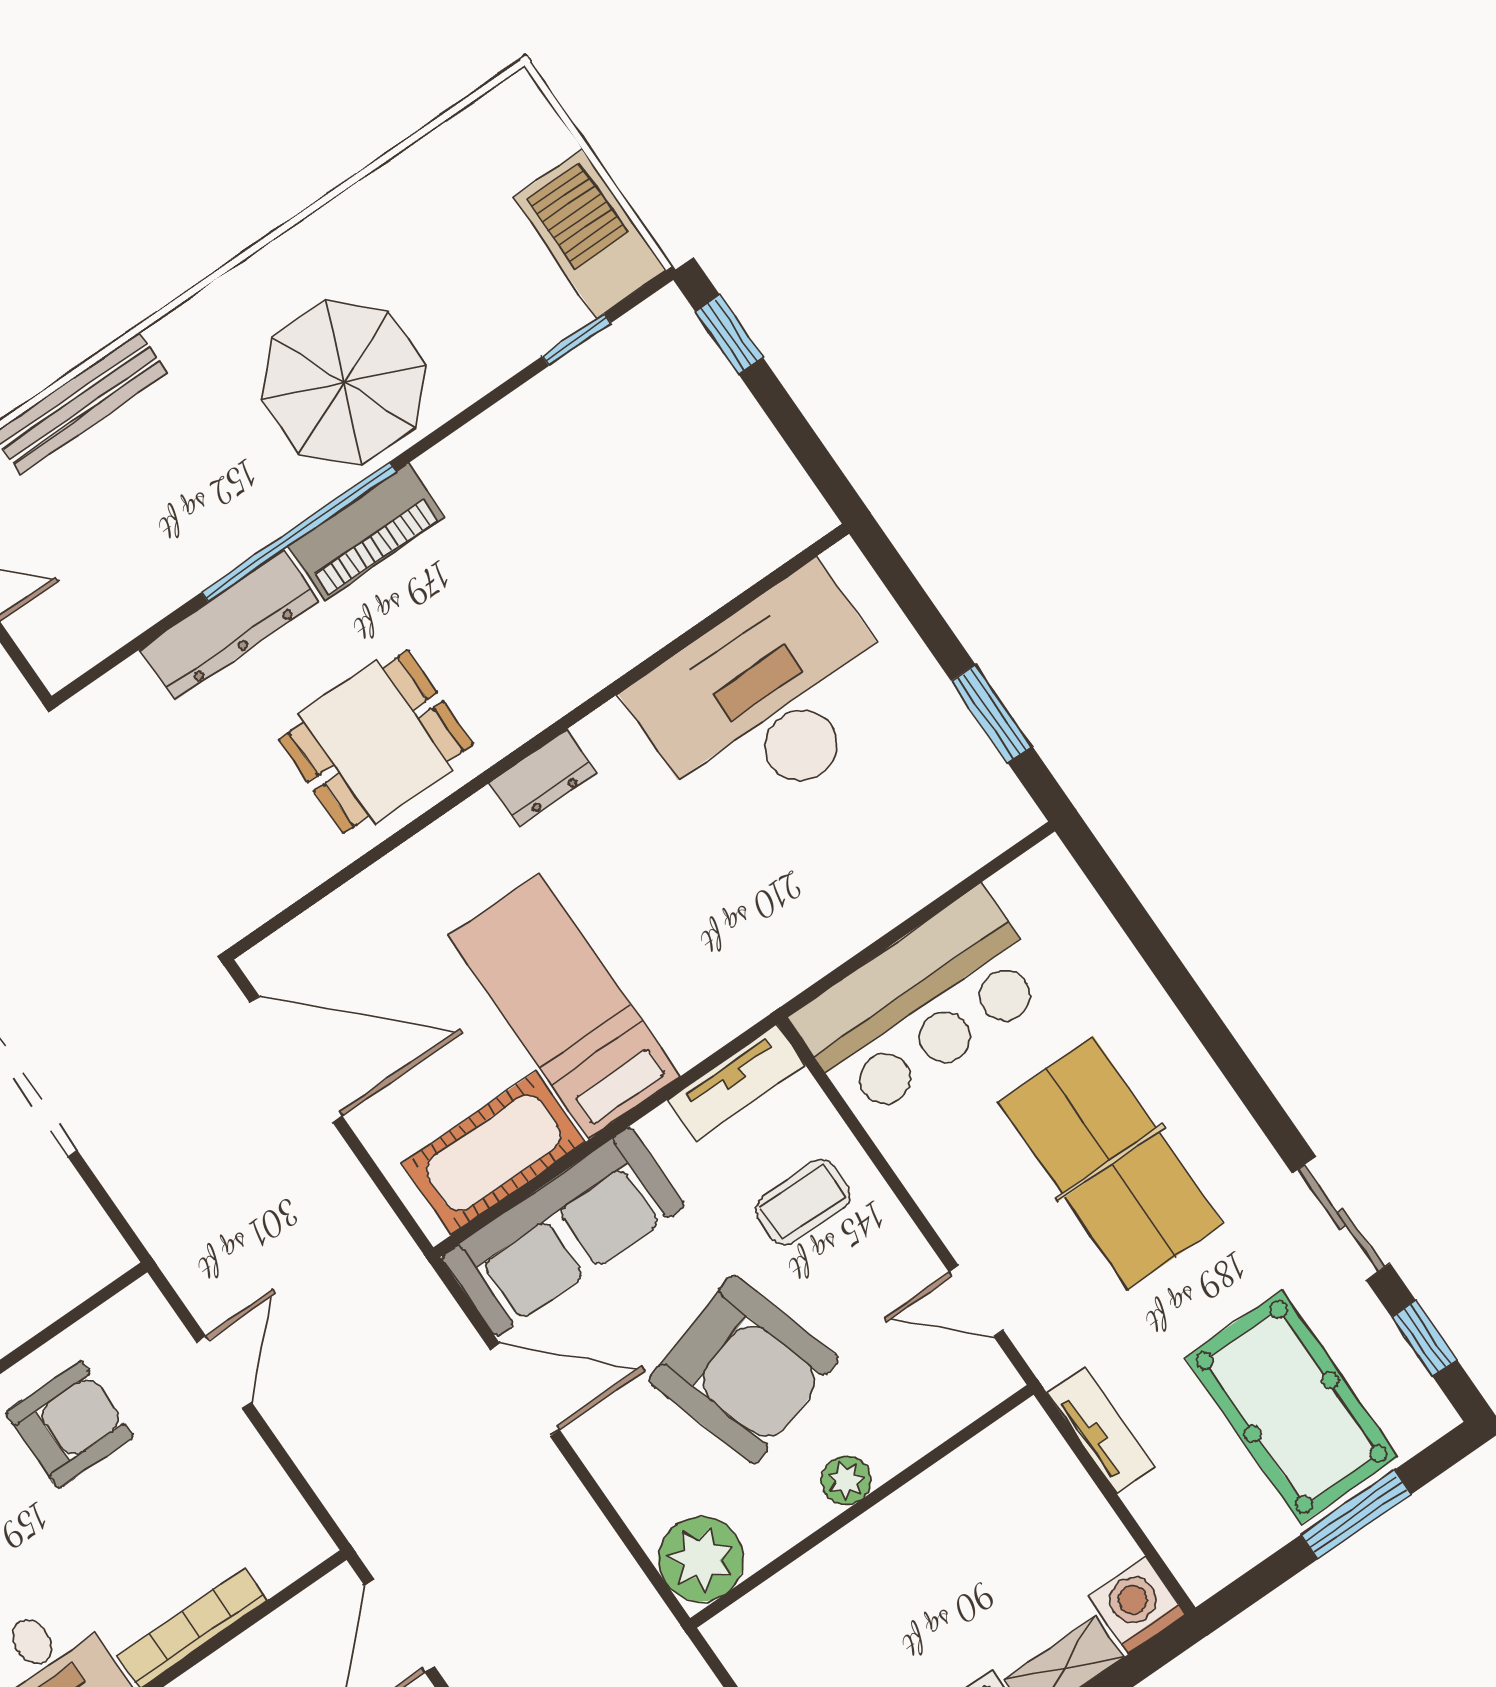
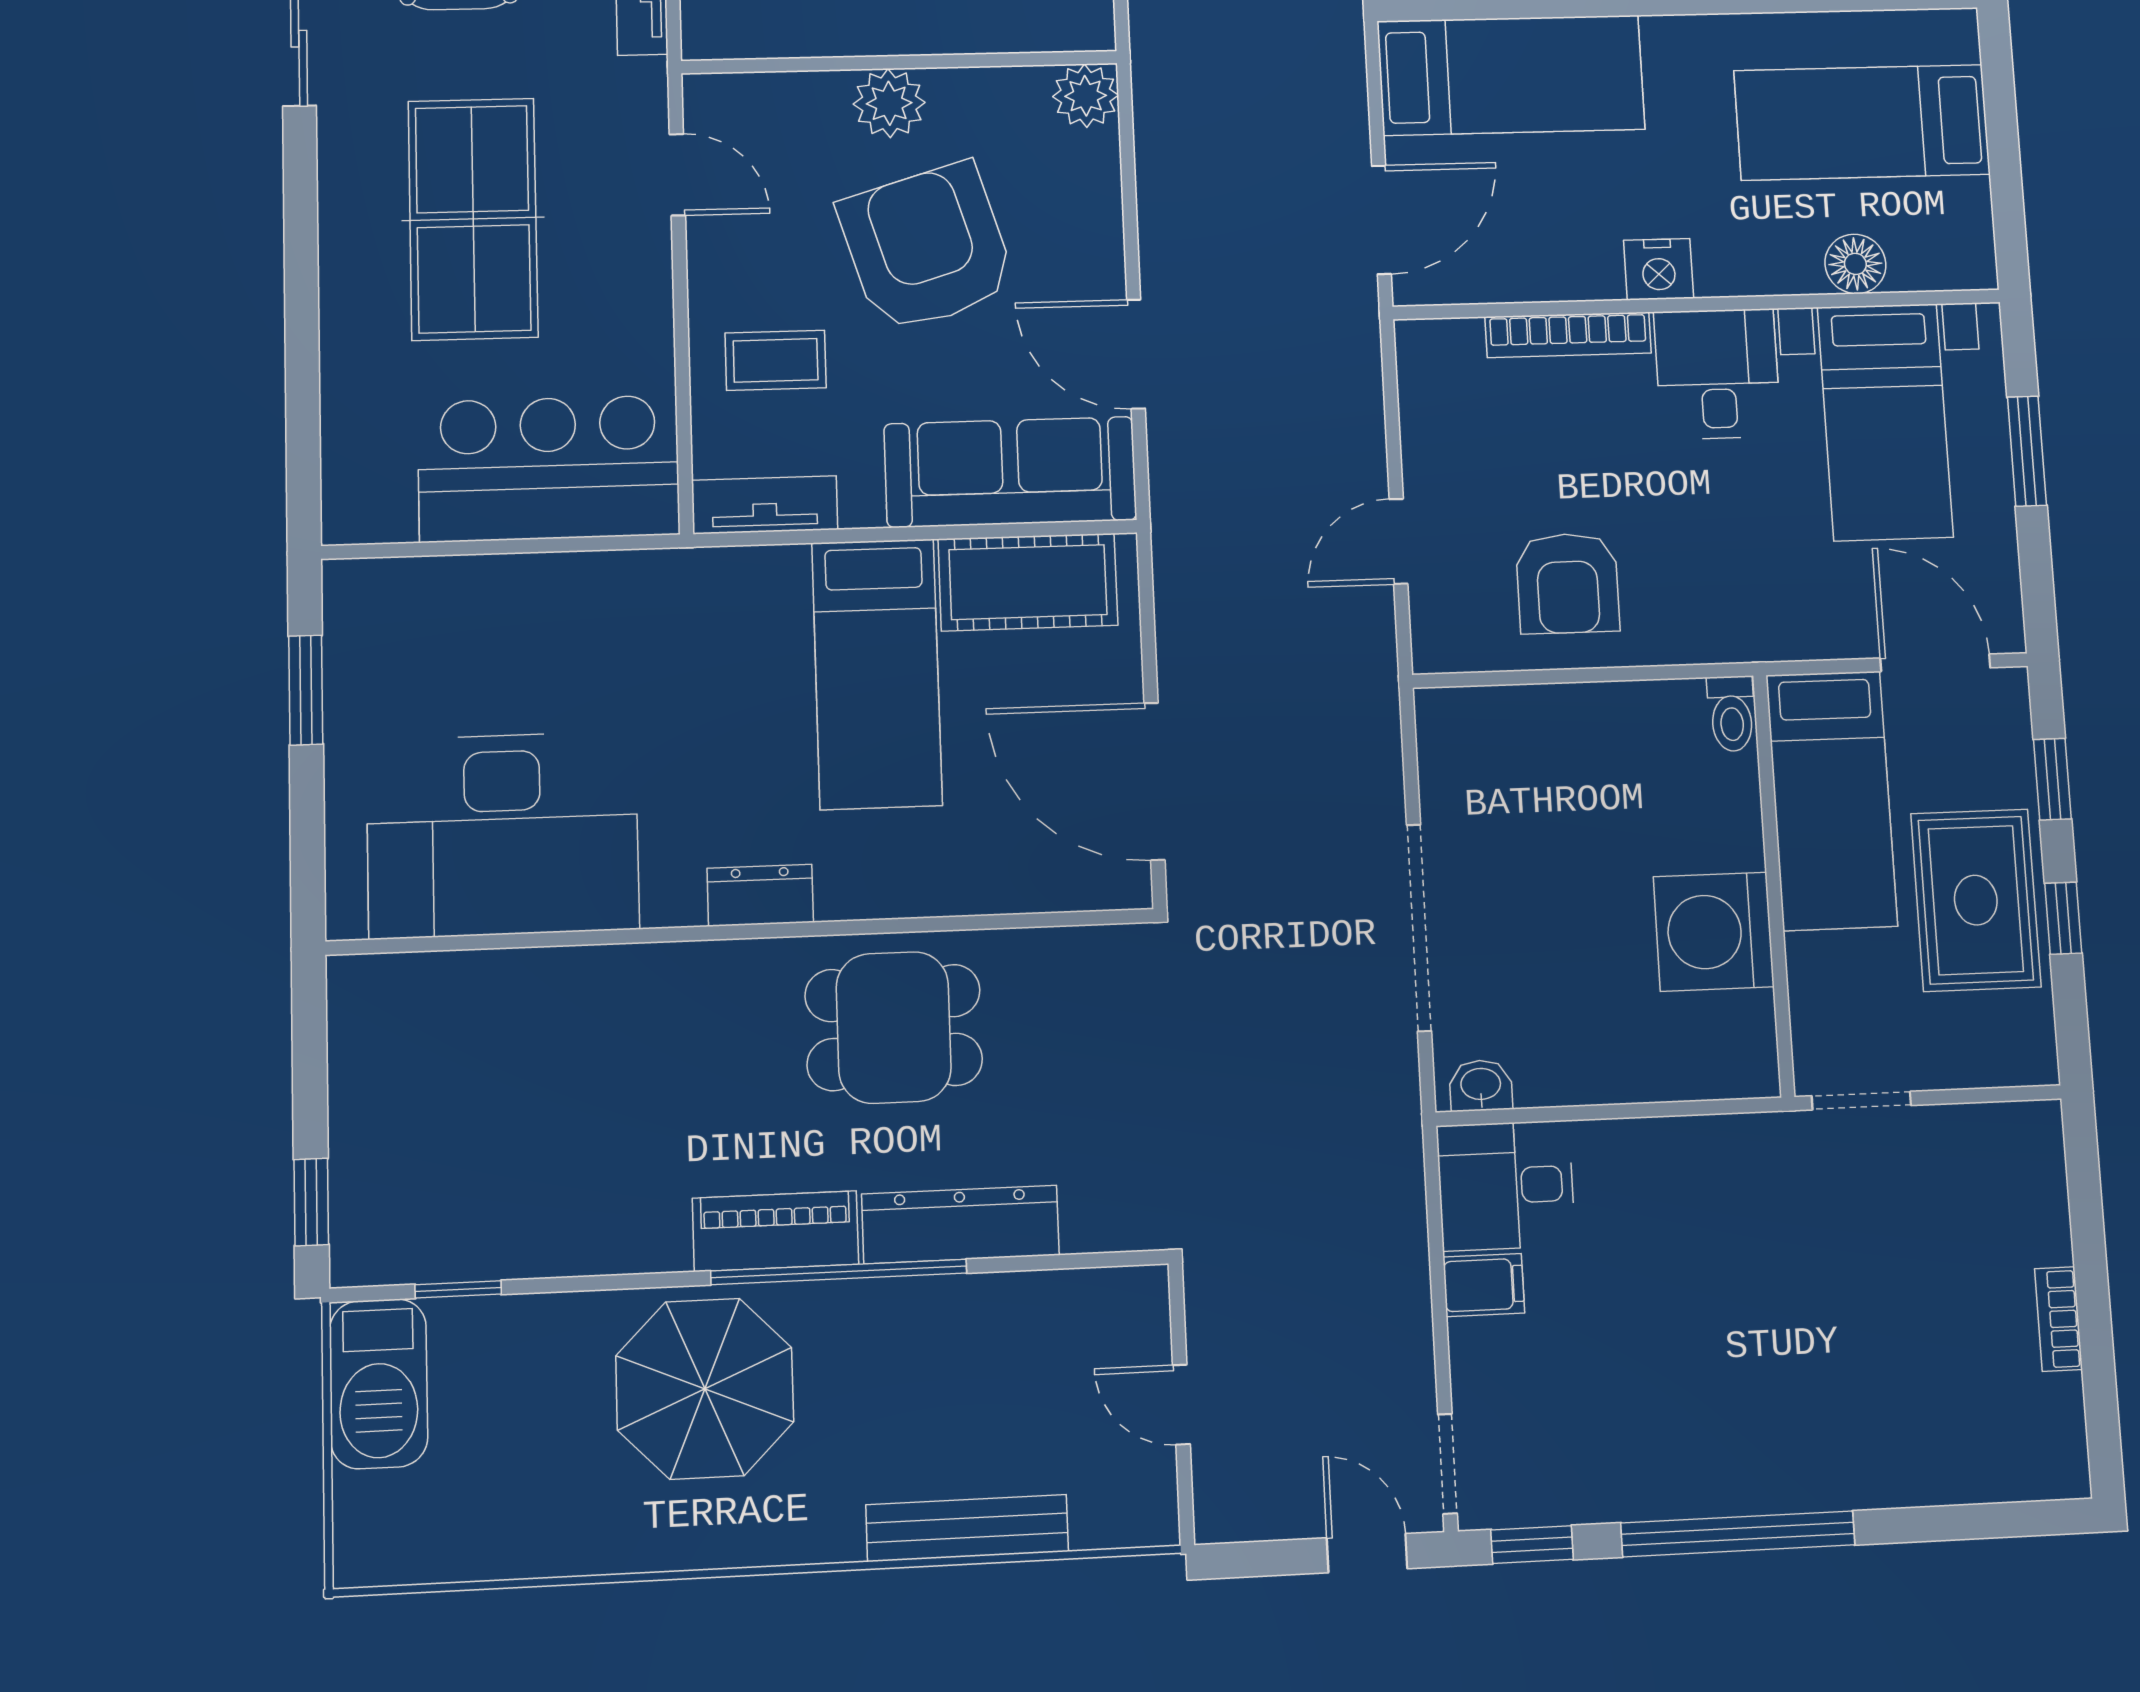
armchair: (70, 1425) -> (1568, 583), turned -90
plant: (846, 1480) -> (889, 103), width x1.38, depth x1.38
plant: (701, 1559) -> (1086, 96), width x0.73, depth x0.73

